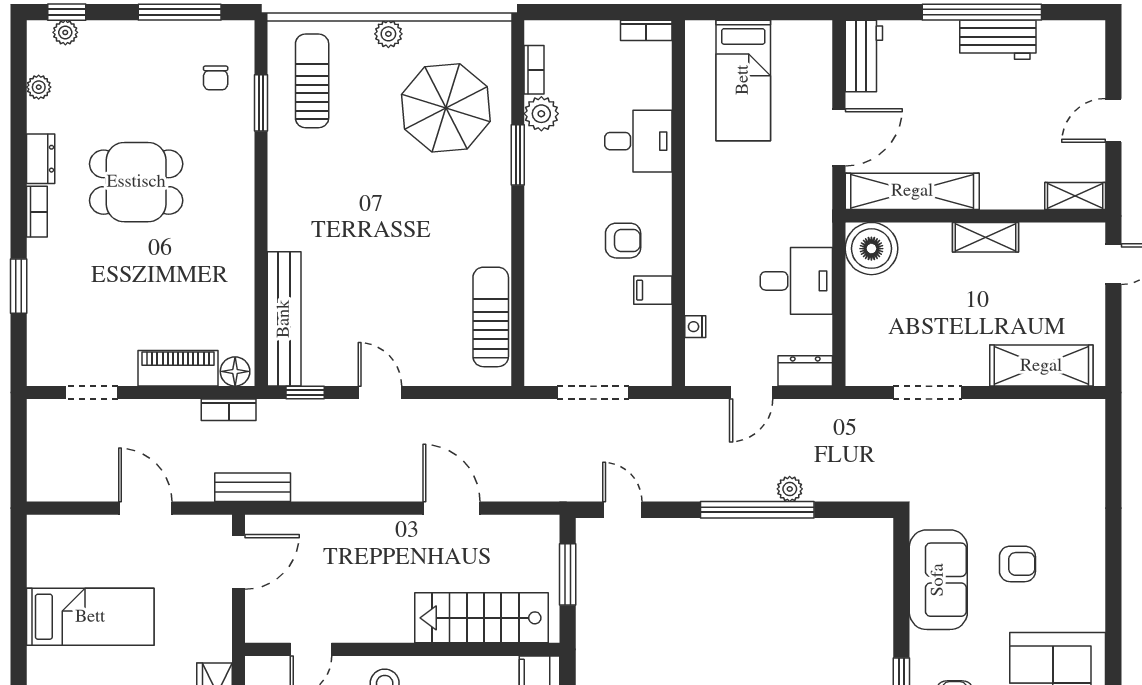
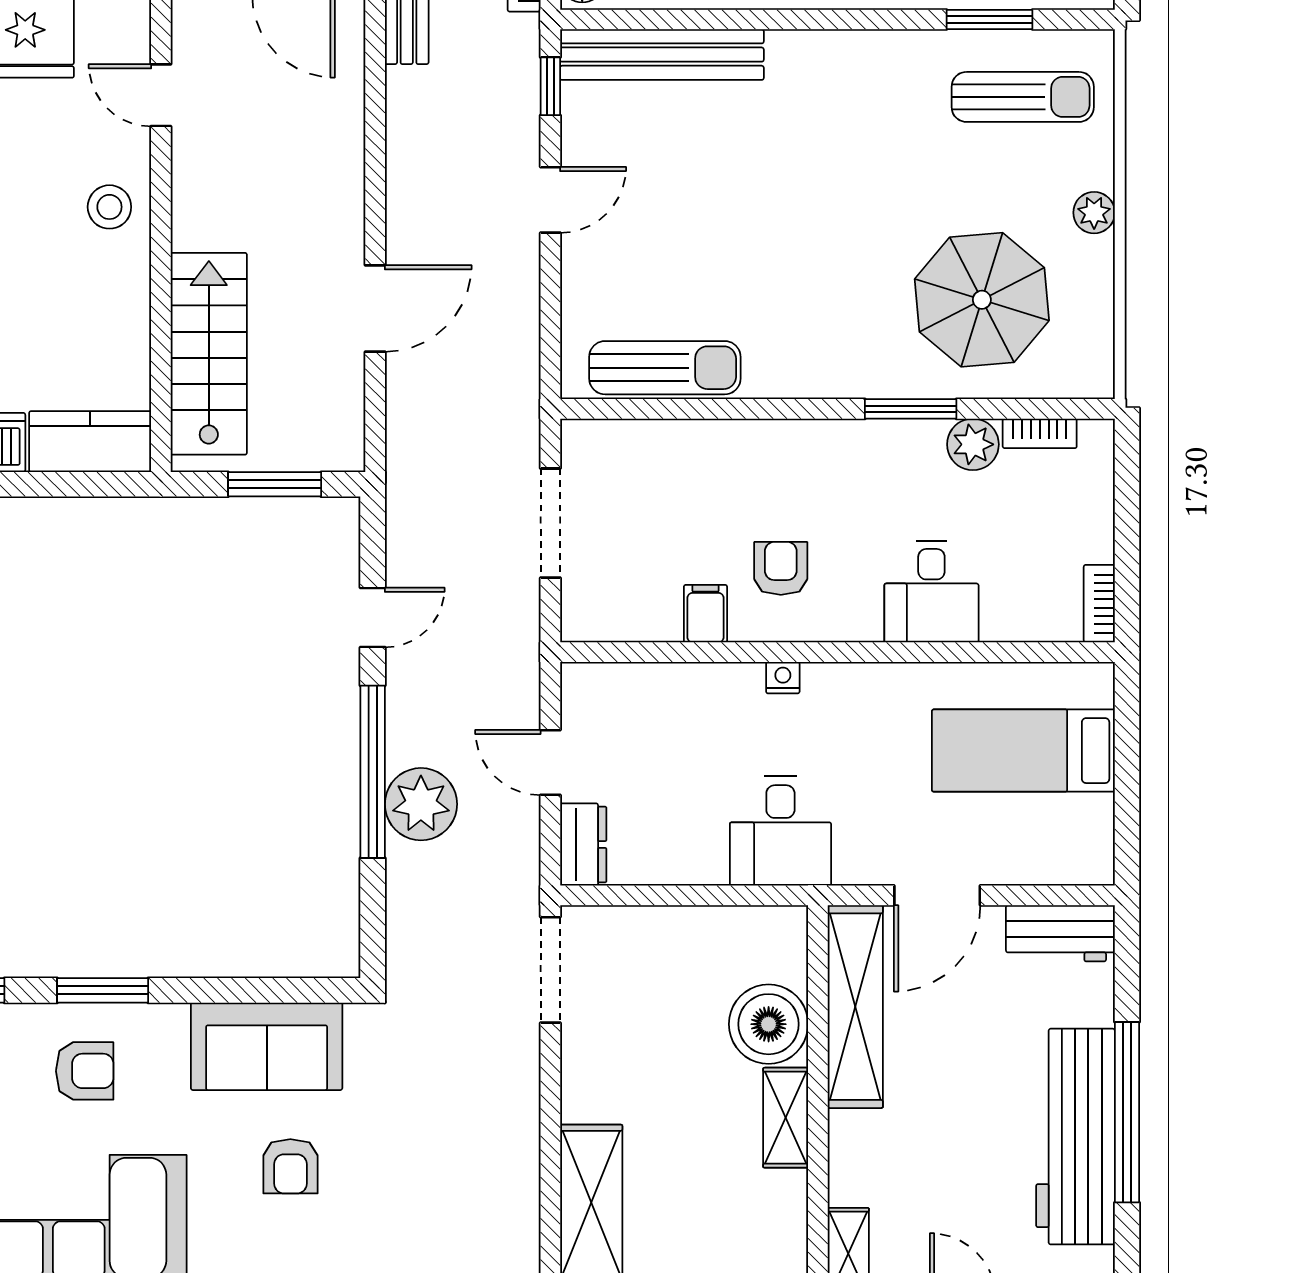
workbench: (998, 40) -> (1075, 1137), width x1.88, depth x1.32
door: (839, 137) -> (937, 895), hinge flipped
armchair: (623, 241) -> (781, 568), turned 180
boiler: (871, 249) -> (769, 1024), moved
desk: (796, 281) -> (780, 831), moved
nightstand: (695, 327) -> (783, 678), moved
doorway: (927, 393) -> (550, 970), moved
plant: (790, 489) -> (421, 804), width x1.88, depth x1.88
door: (622, 510) -> (373, 617), moved

